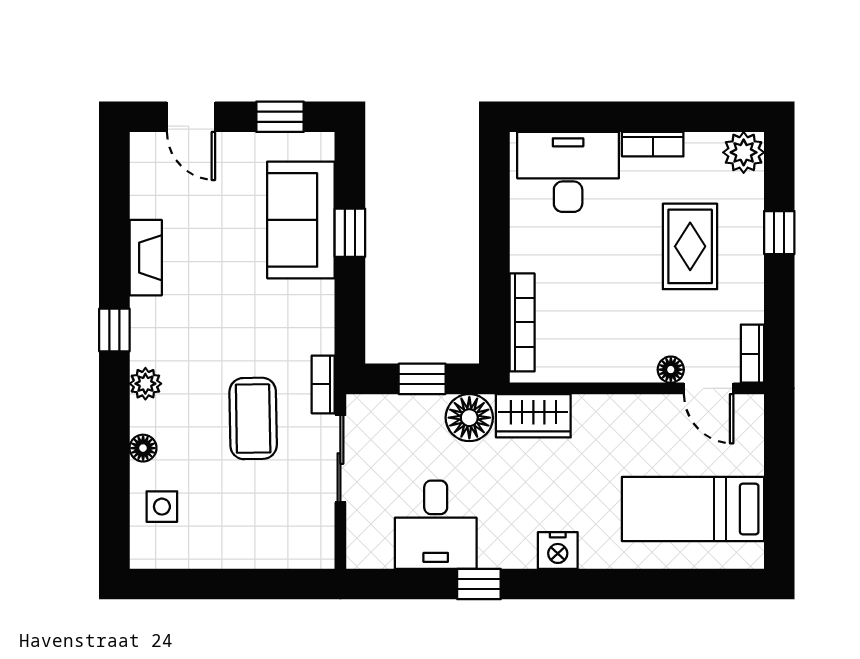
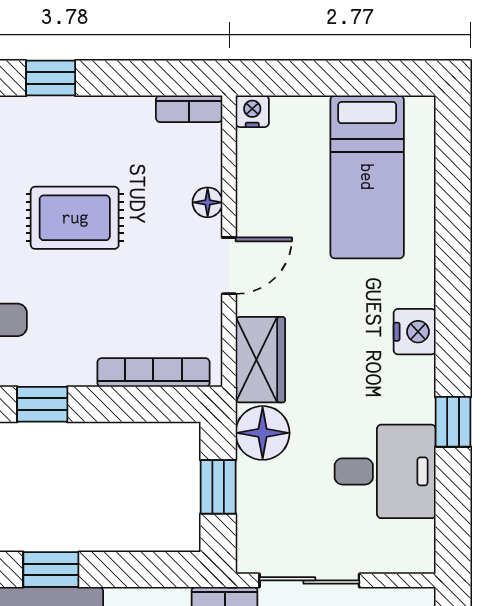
window: (494, 225) -> (42, 404), added
rug: (690, 246) -> (75, 218), moved
door: (709, 388) -> (229, 266), moved
nightstand: (750, 409) -> (252, 111), added

